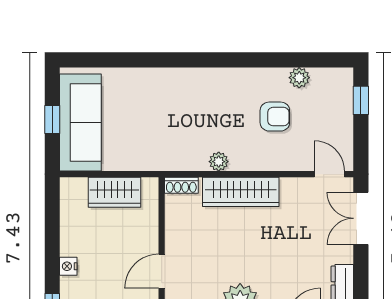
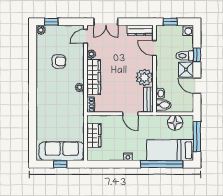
plant: (299, 78) -> (41, 30), moved
armchair: (275, 117) -> (59, 61), turned 90
plant: (291, 187) -> (91, 54), added

